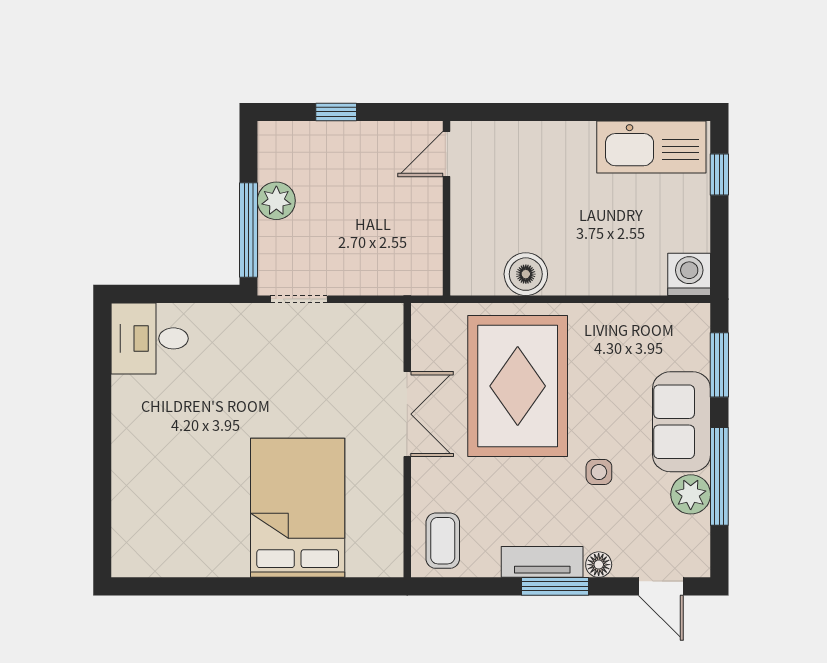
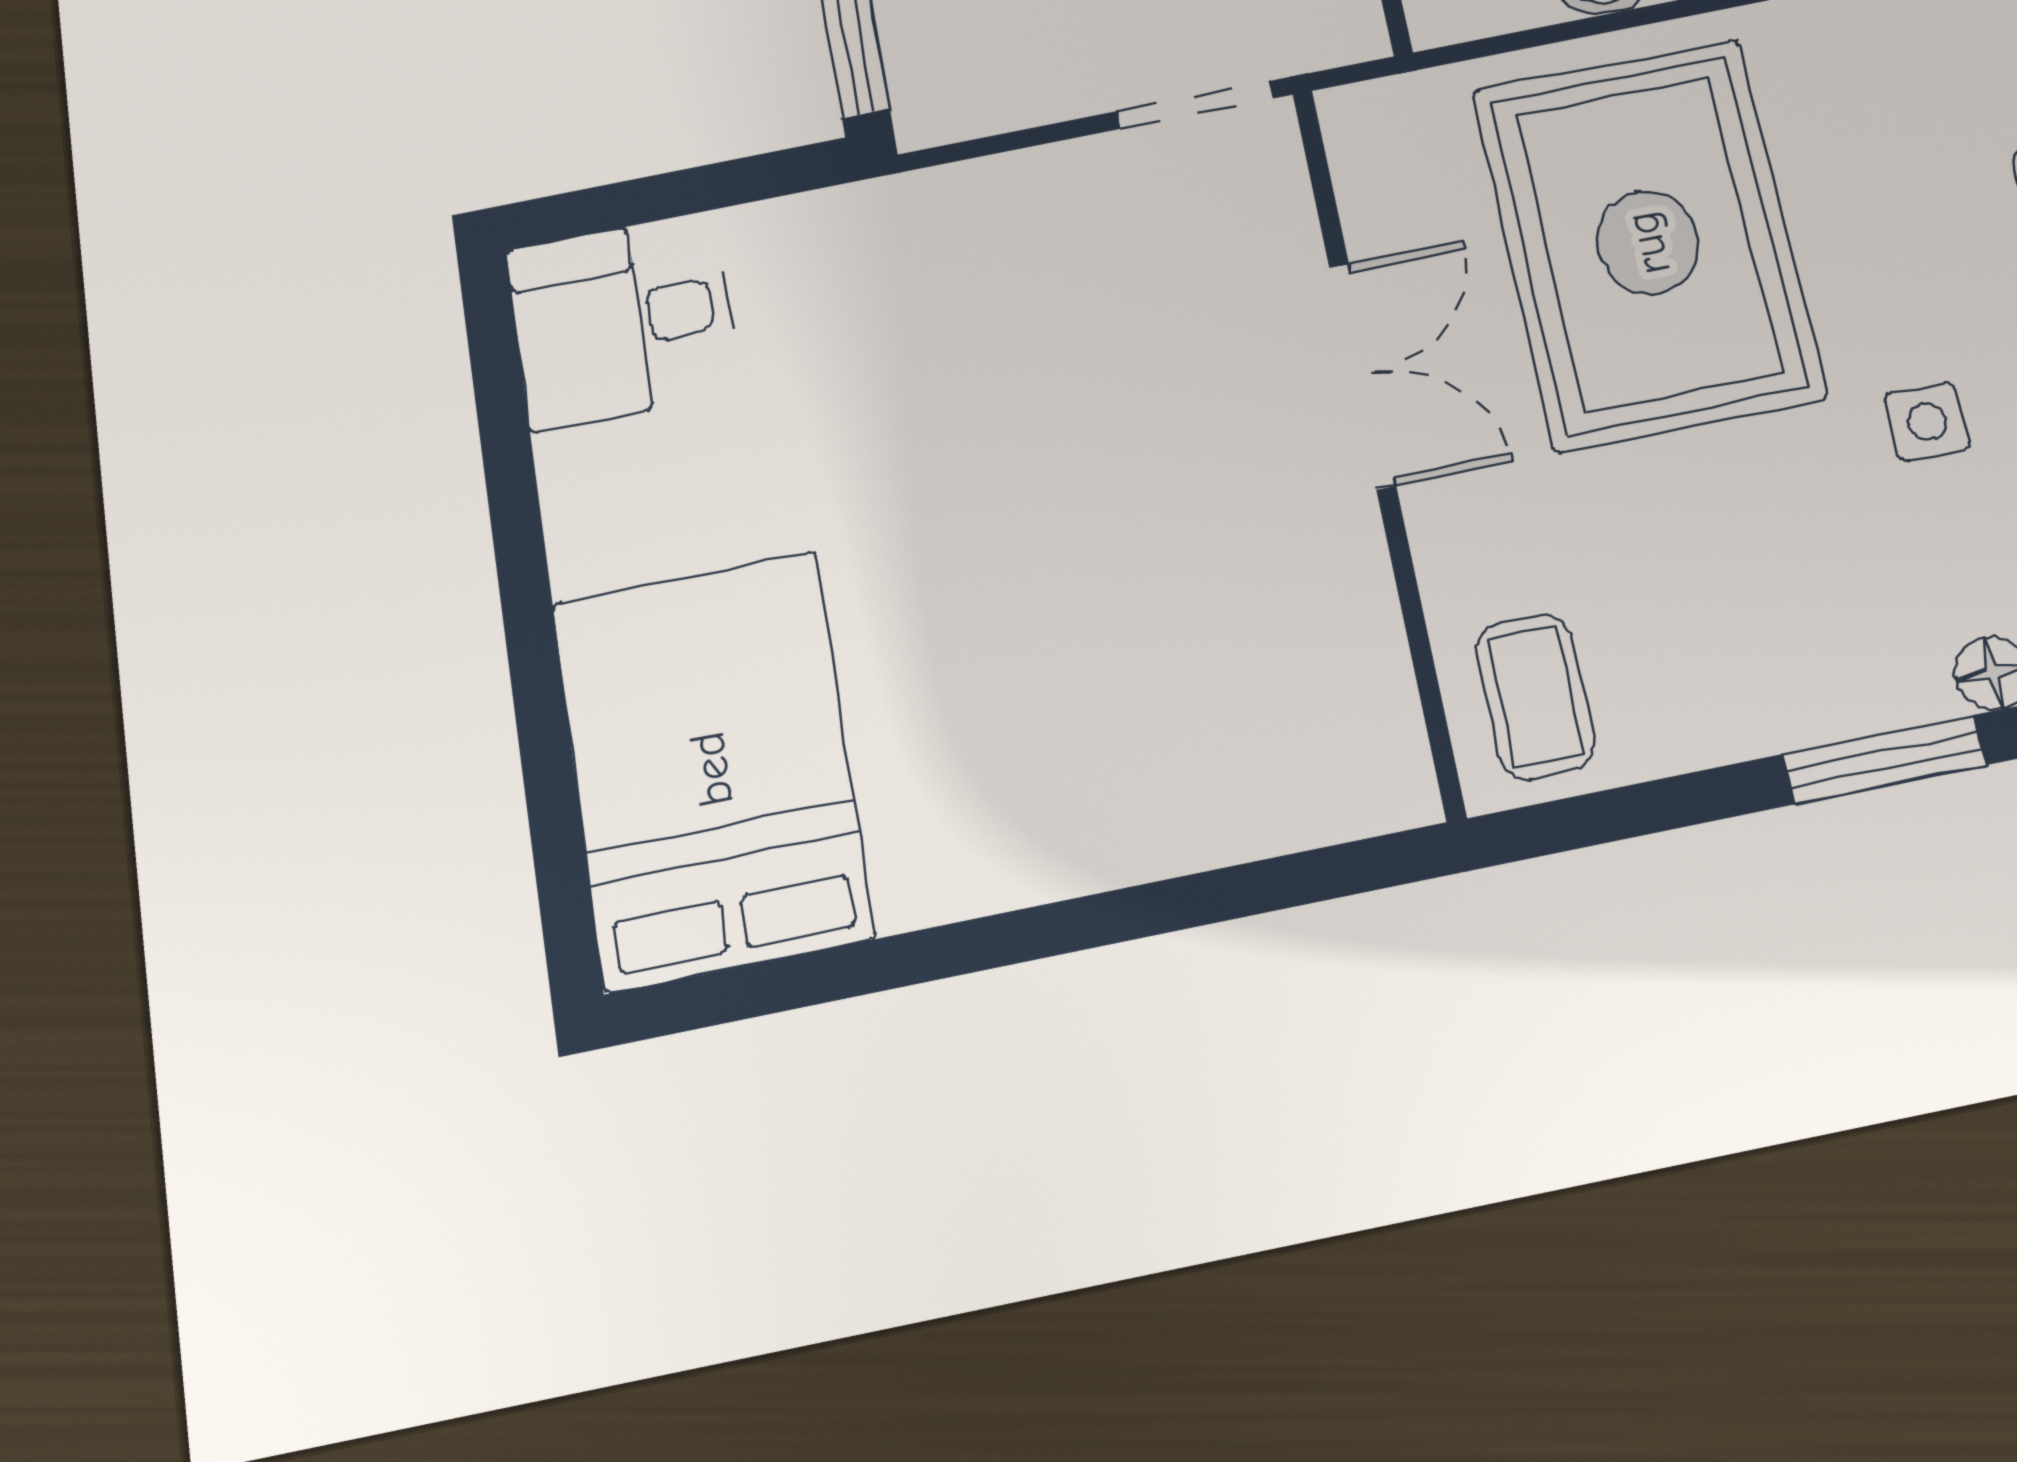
doorway: (299, 299) -> (1195, 105), moved
bed: (298, 508) -> (712, 769), moved
tv unit: (542, 562) -> (1831, 698), removed

